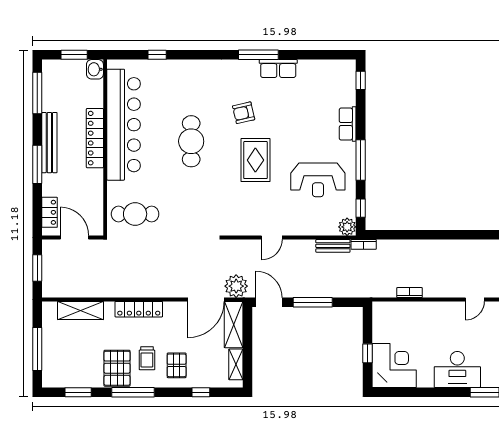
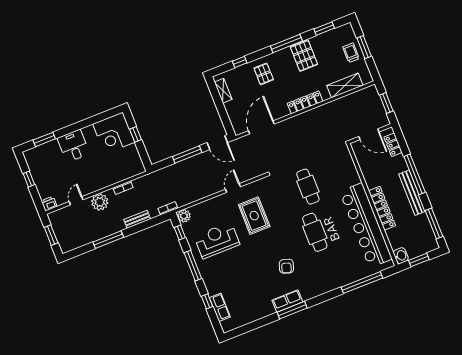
window: (157, 55) -> (362, 283), width x3.17
row of seats: (278, 69) -> (287, 301), moved
window: (361, 80) -> (207, 301), moved
armchair: (244, 113) -> (286, 266), turned 122
row of seats: (348, 124) -> (220, 307), moved
rug: (255, 160) -> (254, 216), moved
window: (37, 164) -> (415, 174), width x1.46
cafe table: (135, 214) -> (308, 187), moved, turned 90
window: (454, 235) -> (108, 240), added
bench: (333, 246) -> (137, 219), moved
plant: (236, 286) -> (100, 202), moved
shelving: (234, 325) -> (236, 118), removed
window: (37, 349) -> (364, 47), width x0.69
trolley: (147, 358) -> (351, 53), moved
desk: (457, 369) -> (73, 146), width x0.73

